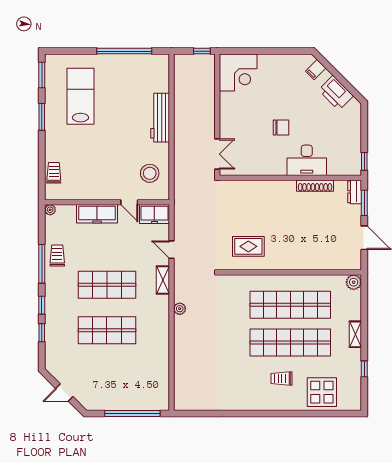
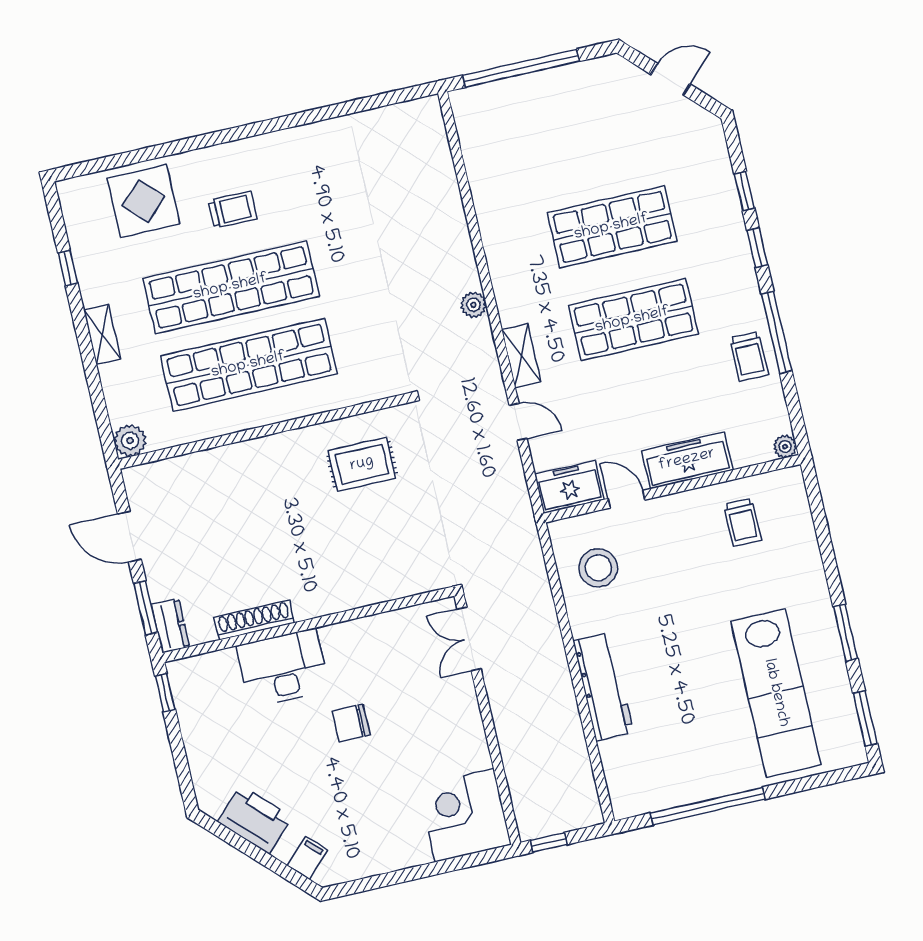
lab bench: (80, 96) -> (776, 693), width x1.36
trolley: (54, 173) -> (743, 522), moved

